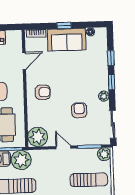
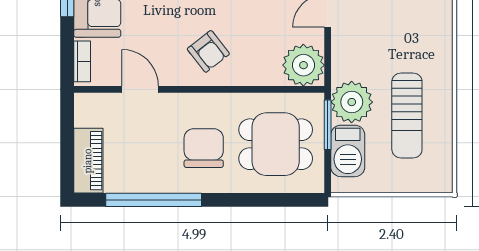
armchair: (43, 92) -> (208, 51), turned 142

